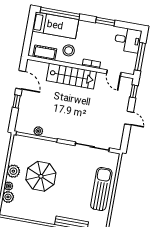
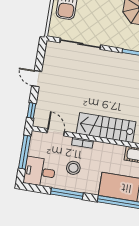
window: (105, 21) -> (67, 193), width x1.44
stool: (69, 50) -> (73, 168), moved

